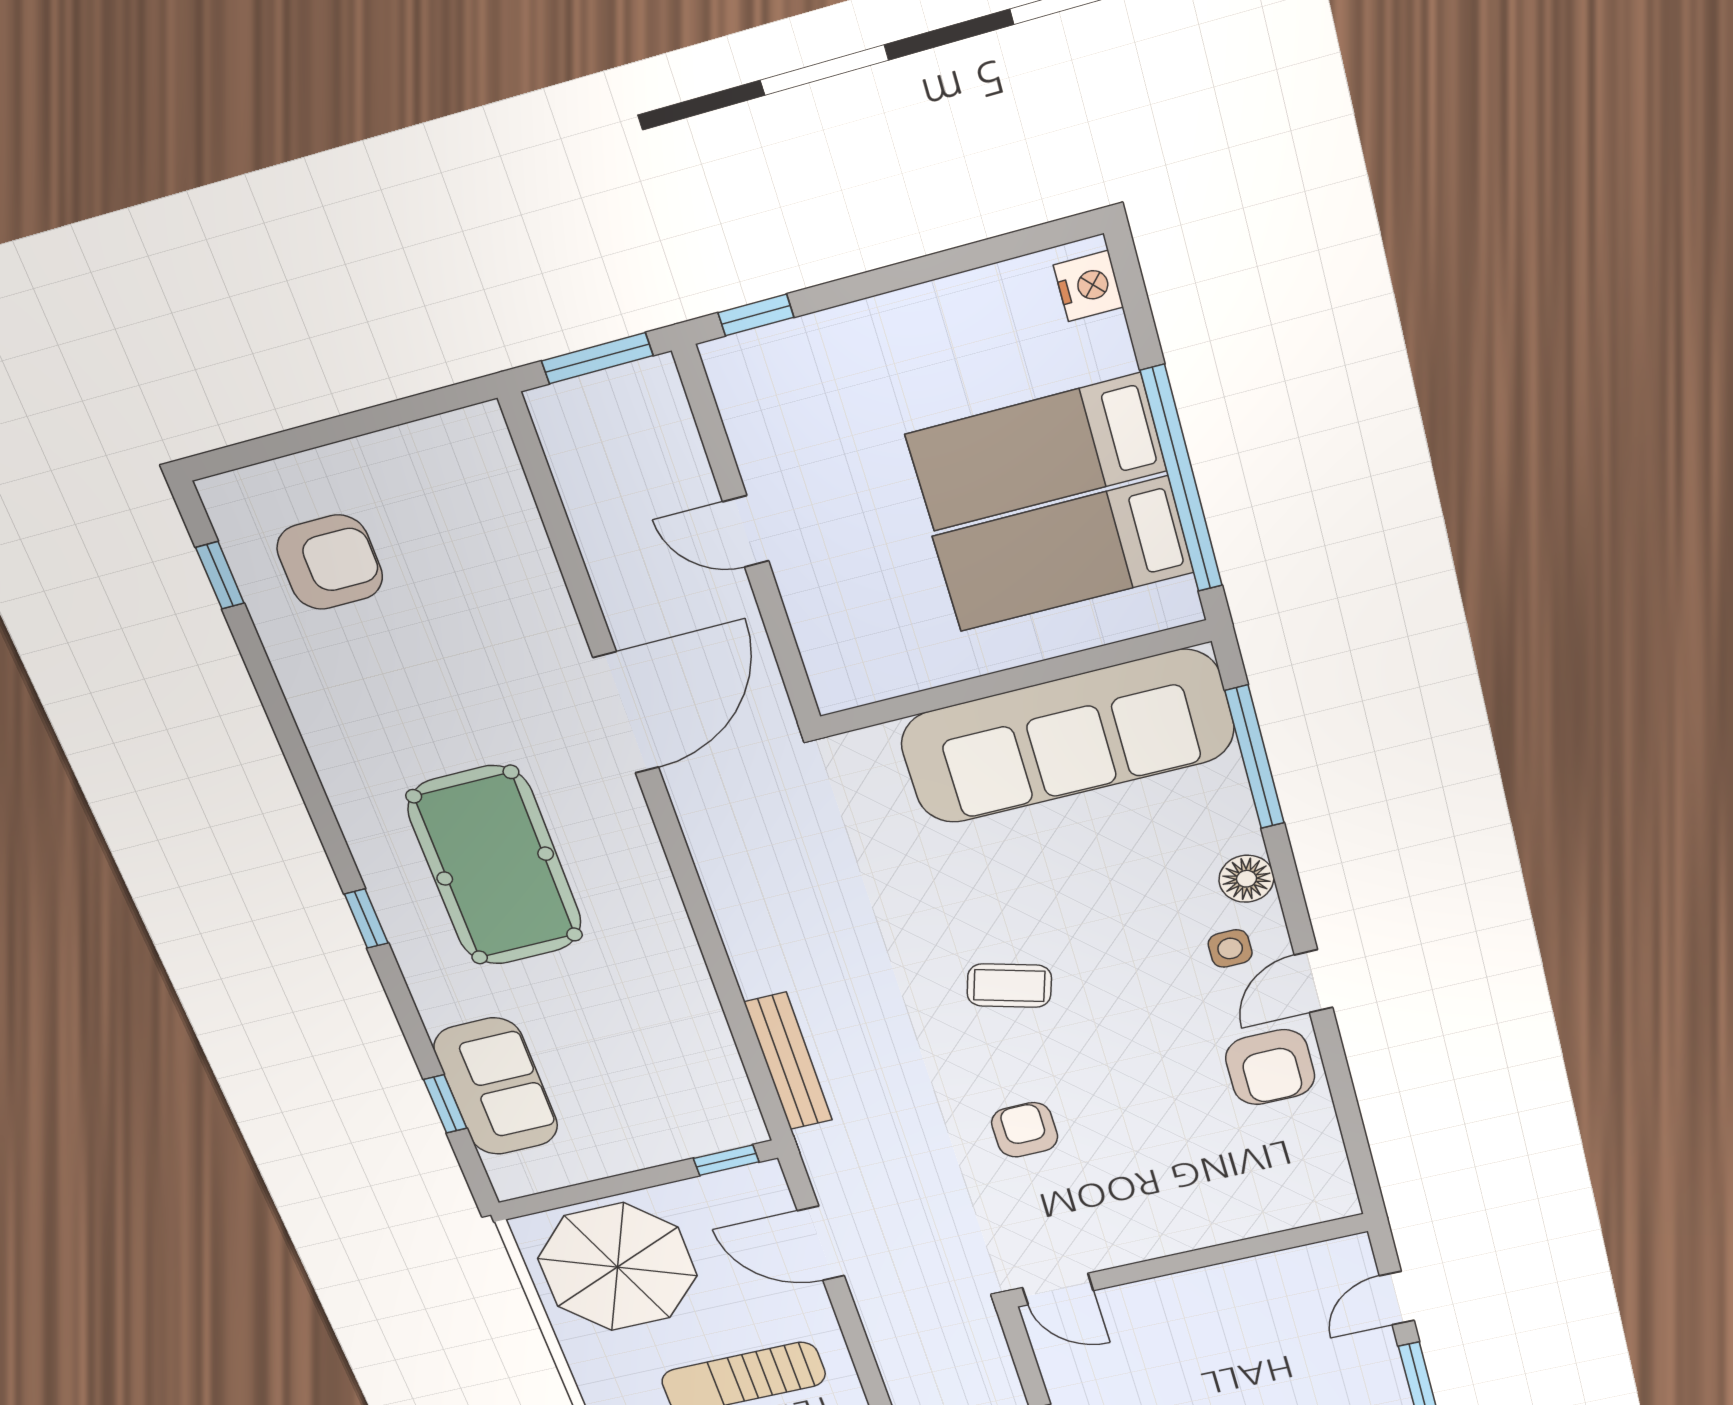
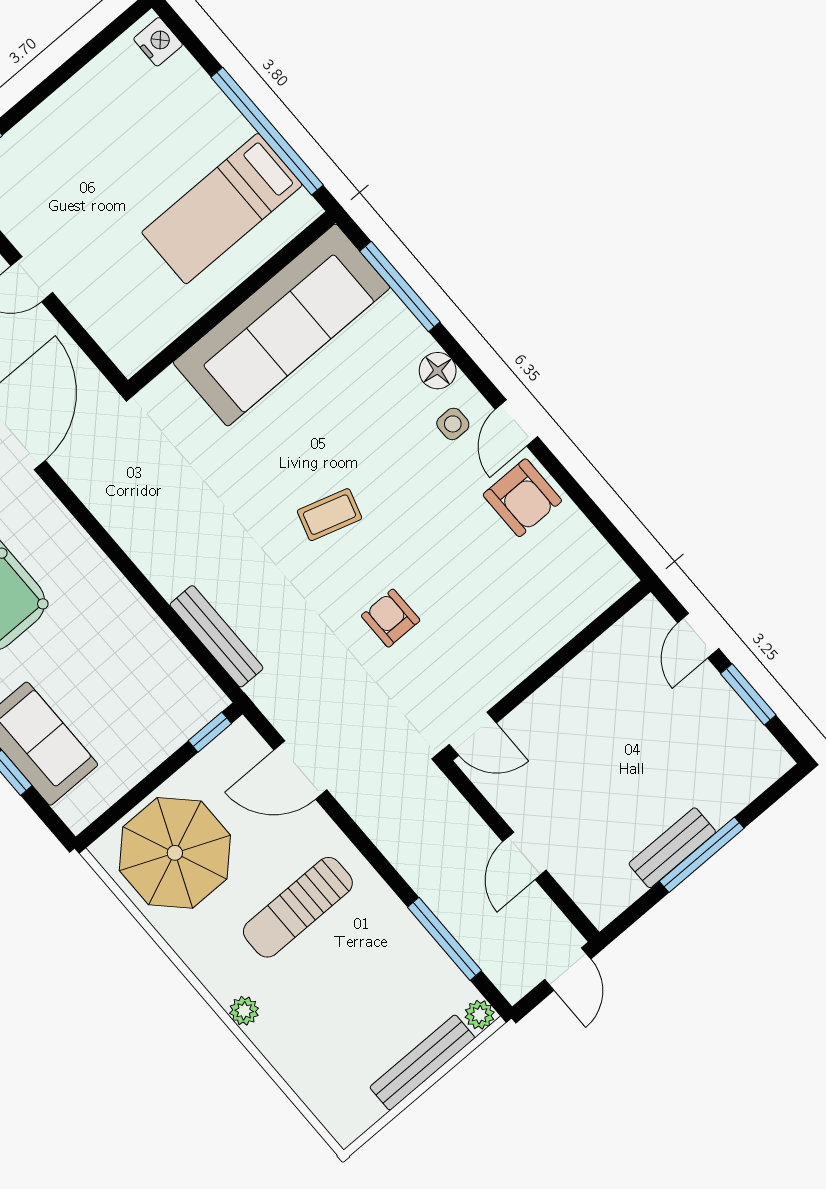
bed: (1036, 453) -> (176, 153), removed

